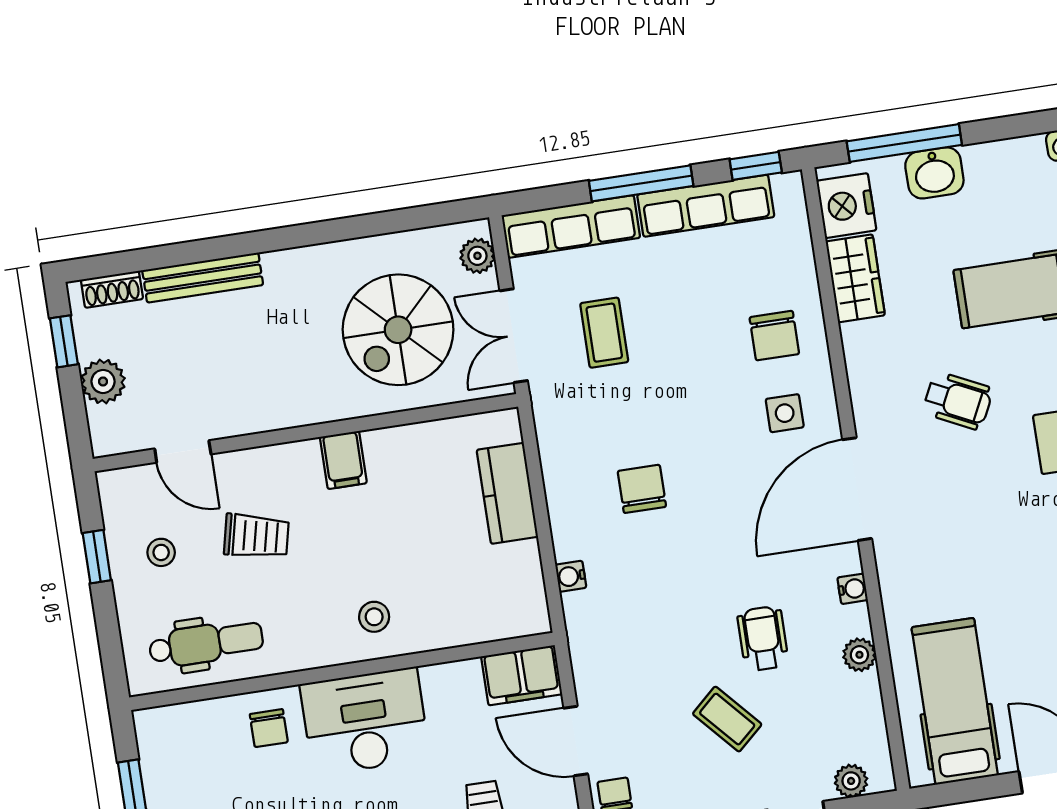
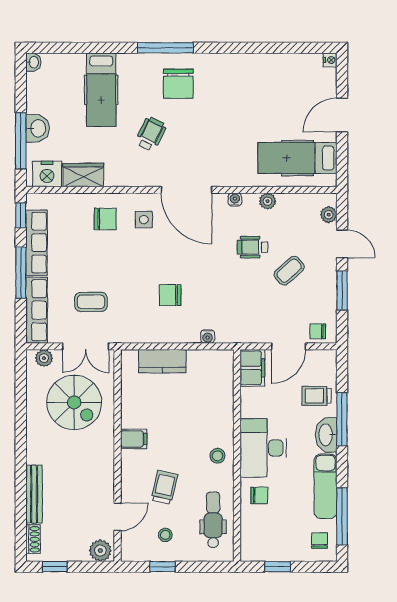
plant: (103, 381) -> (100, 551), moved
stool: (374, 617) -> (217, 456), moved

